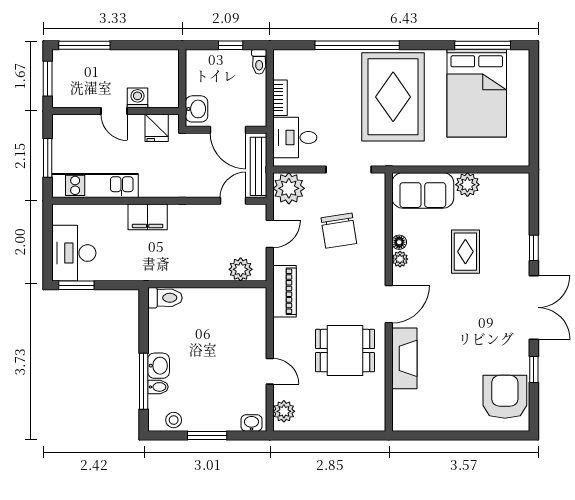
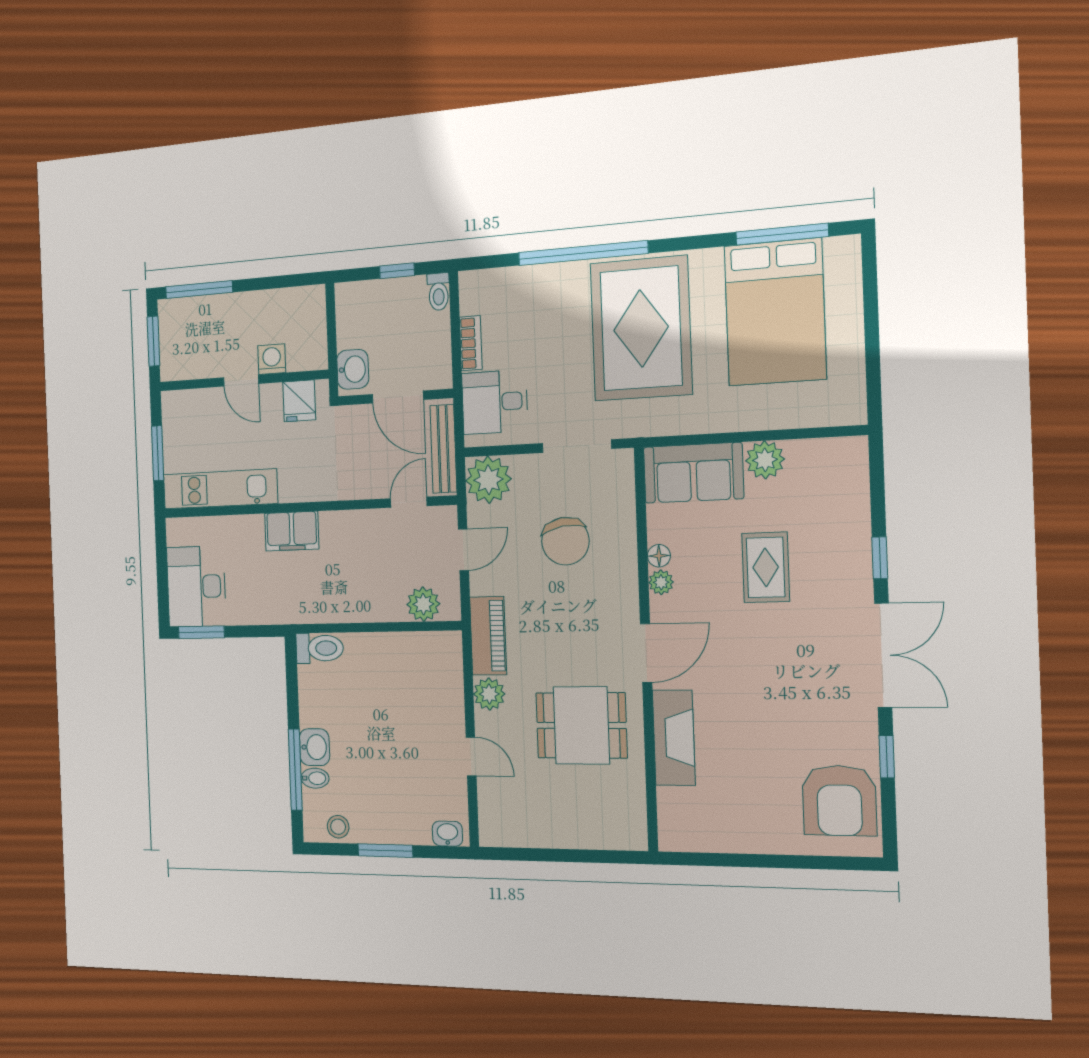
armchair: (505, 397) -> (839, 800), turned 180
plant: (284, 411) -> (489, 694), moved

